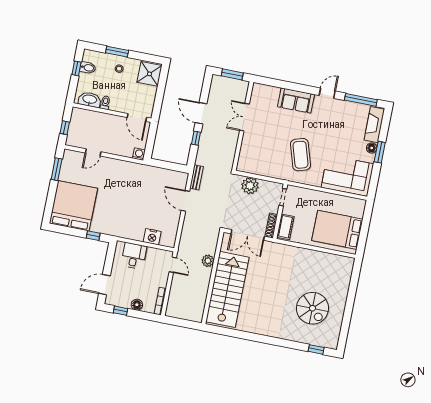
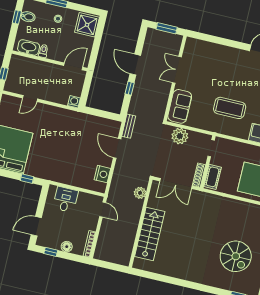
sofa: (296, 101) -> (180, 106), moved, turned -90
door: (137, 117) -> (73, 66), swing flipped
coffee table: (301, 155) -> (230, 108), turned -73
nightstand: (152, 237) -> (102, 174), moved, turned -90
plant: (208, 261) -> (140, 193), moved
stairs: (227, 289) -> (150, 234), width x0.73, depth x0.66

